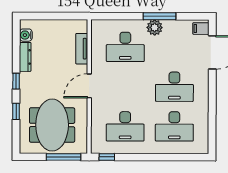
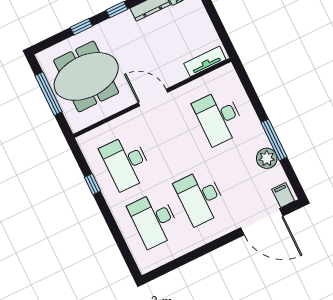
plant: (155, 27) -> (267, 158), moved
tv unit: (82, 49) -> (205, 61), moved
window: (64, 157) -> (49, 94), moved
window: (107, 157) -> (92, 184), moved

